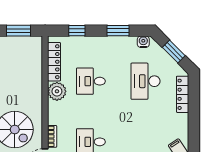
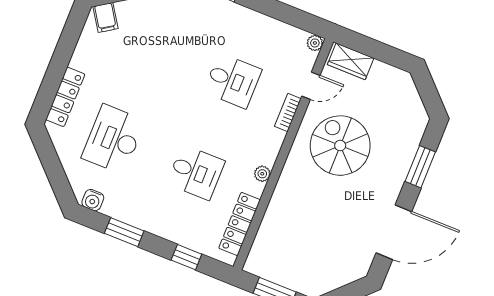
window: (174, 51) -> (53, 167), removed
desk: (145, 81) -> (113, 139), turned 180
plant: (57, 91) -> (262, 174), width x0.53, depth x0.53

